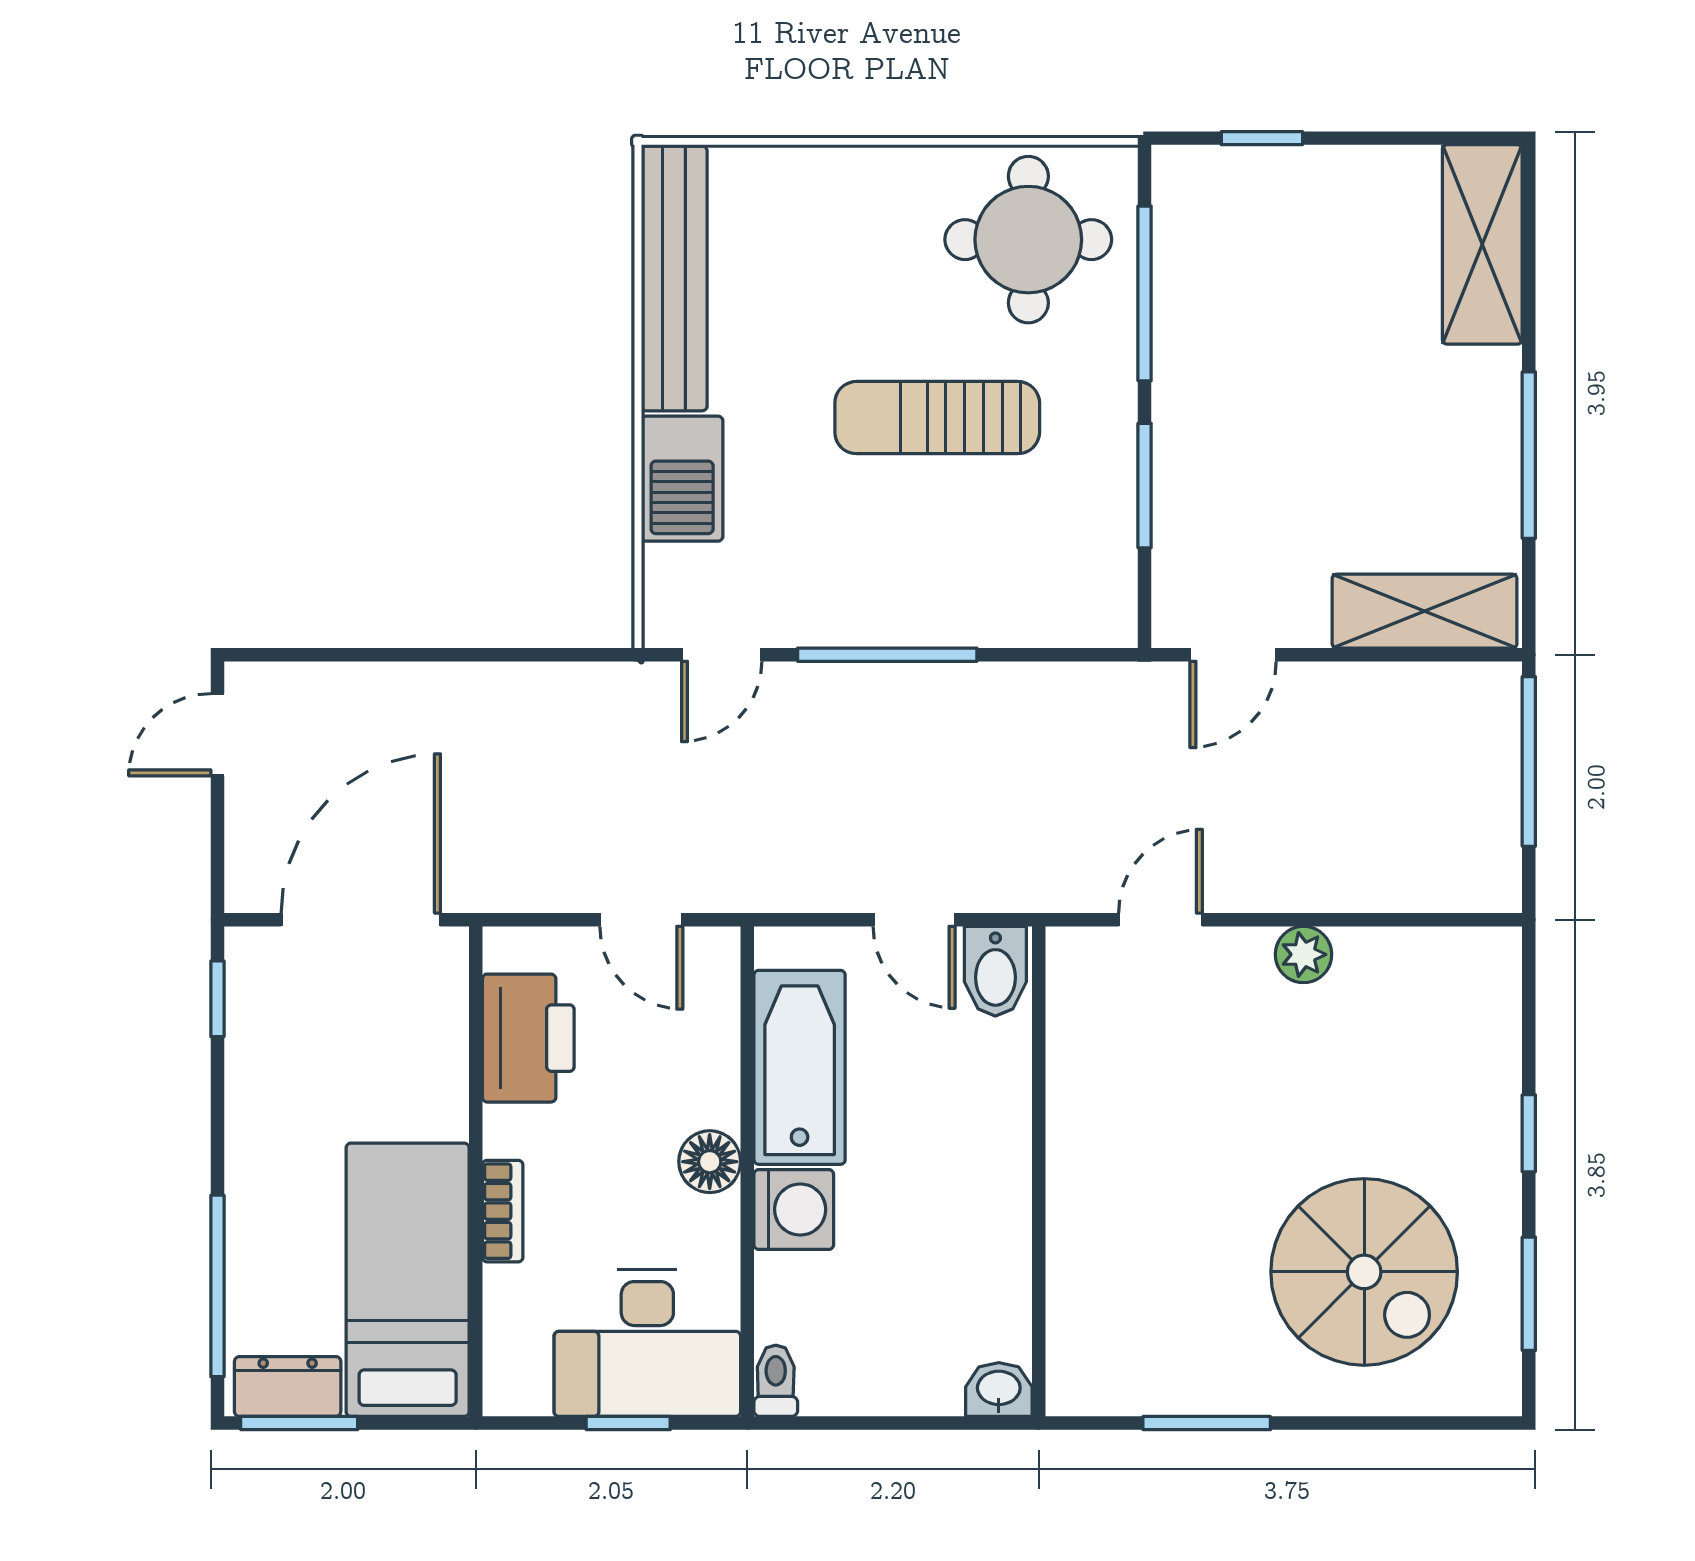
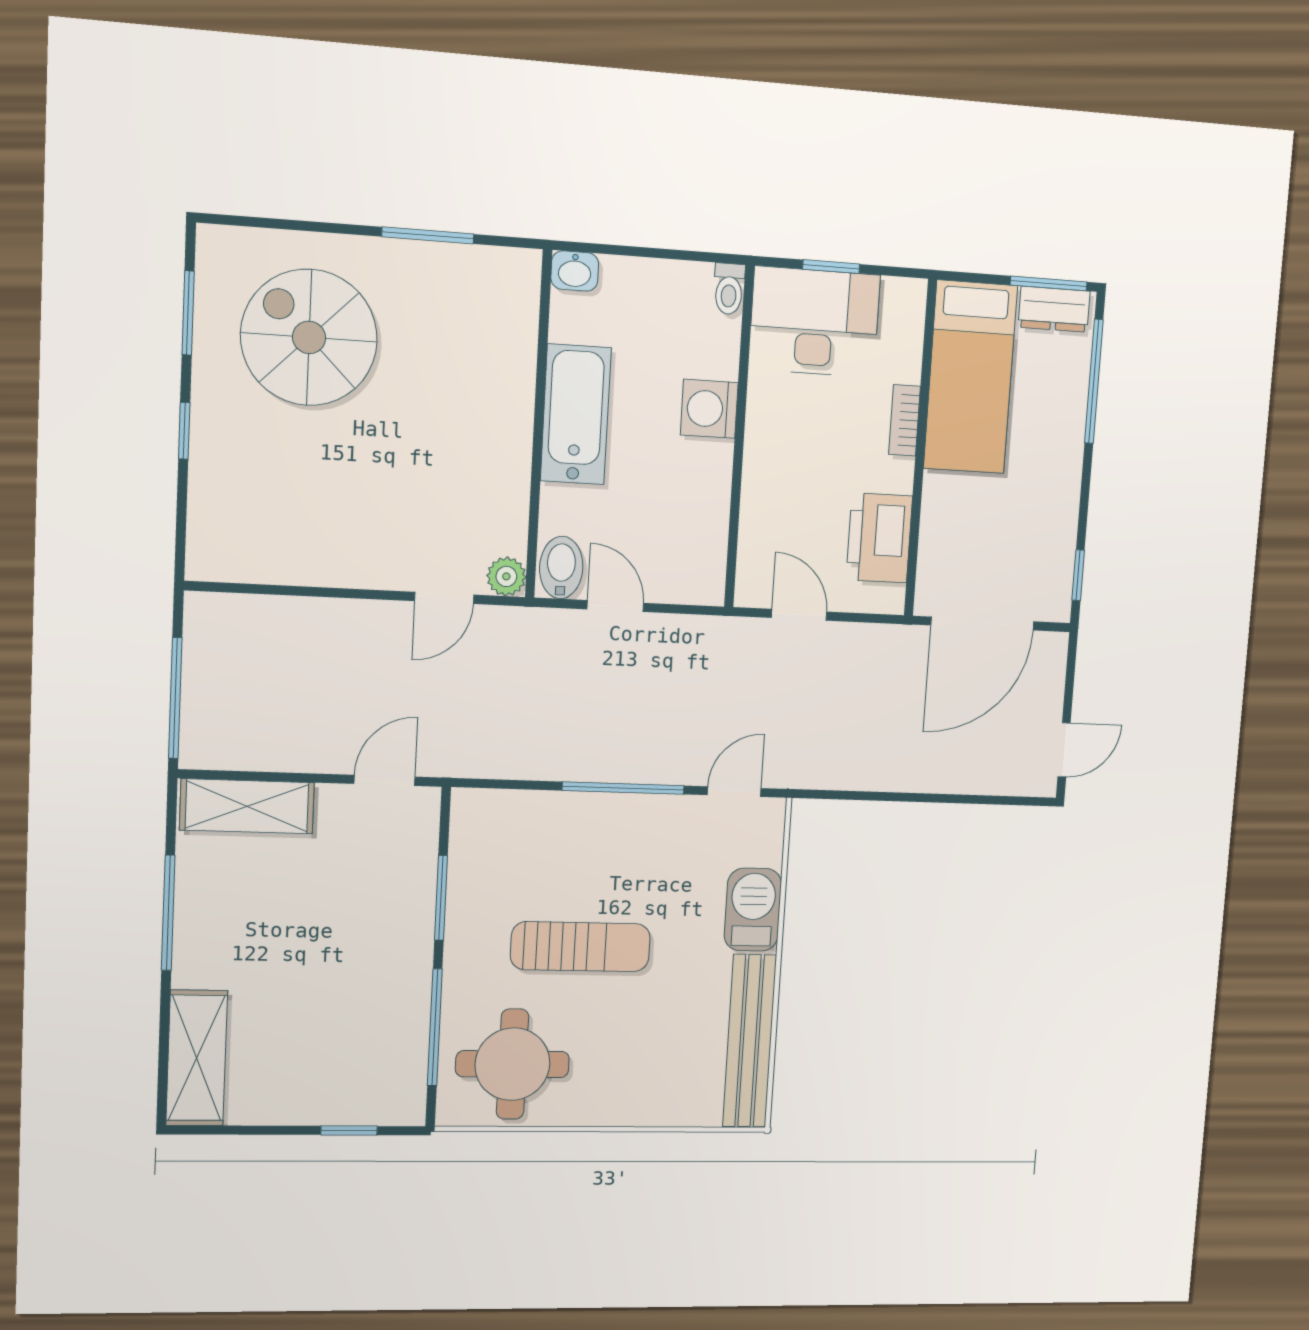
plant: (1303, 954) -> (506, 576), moved
bathtub: (800, 1067) -> (576, 414), moved, turned 180
floor lamp: (710, 1162) -> (764, 446), removed

